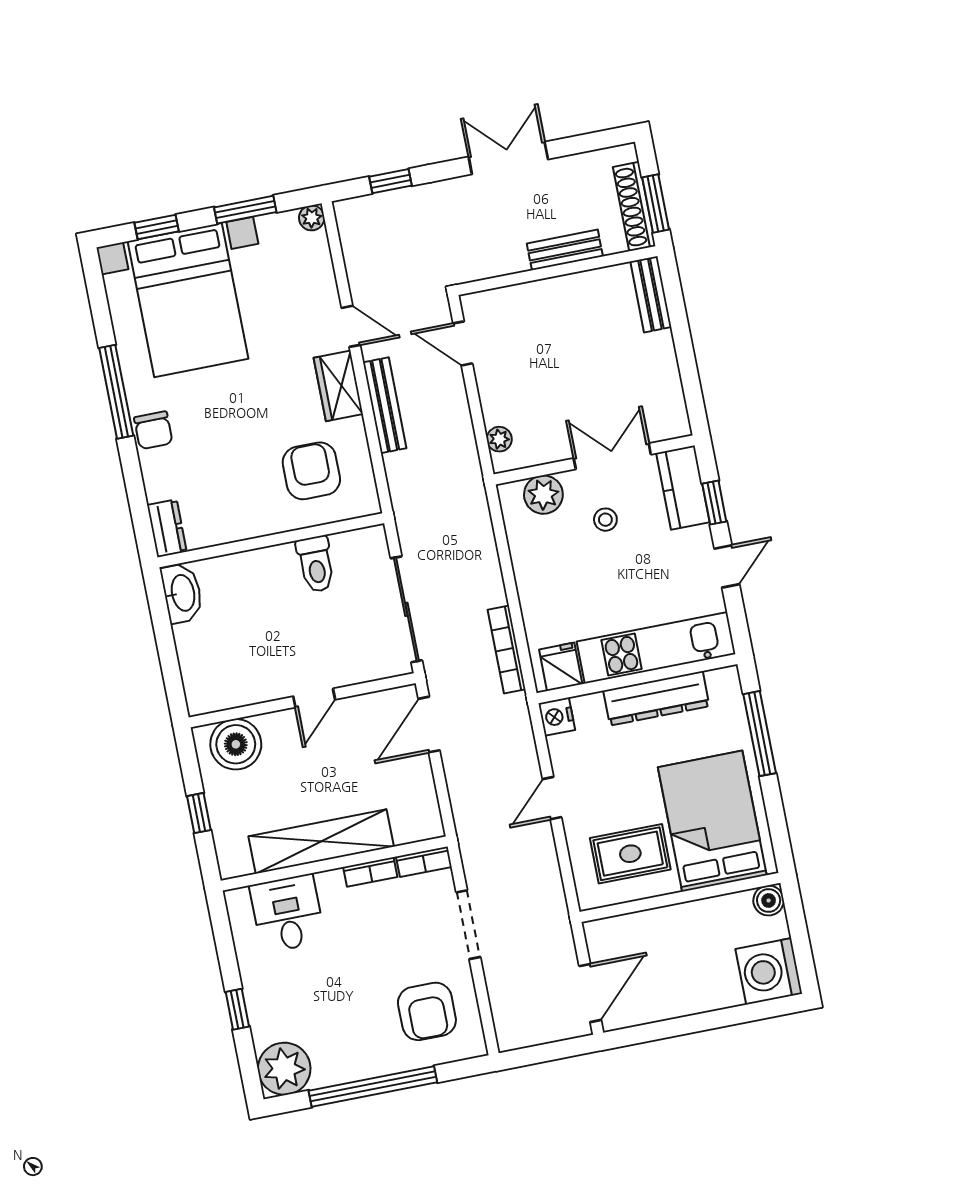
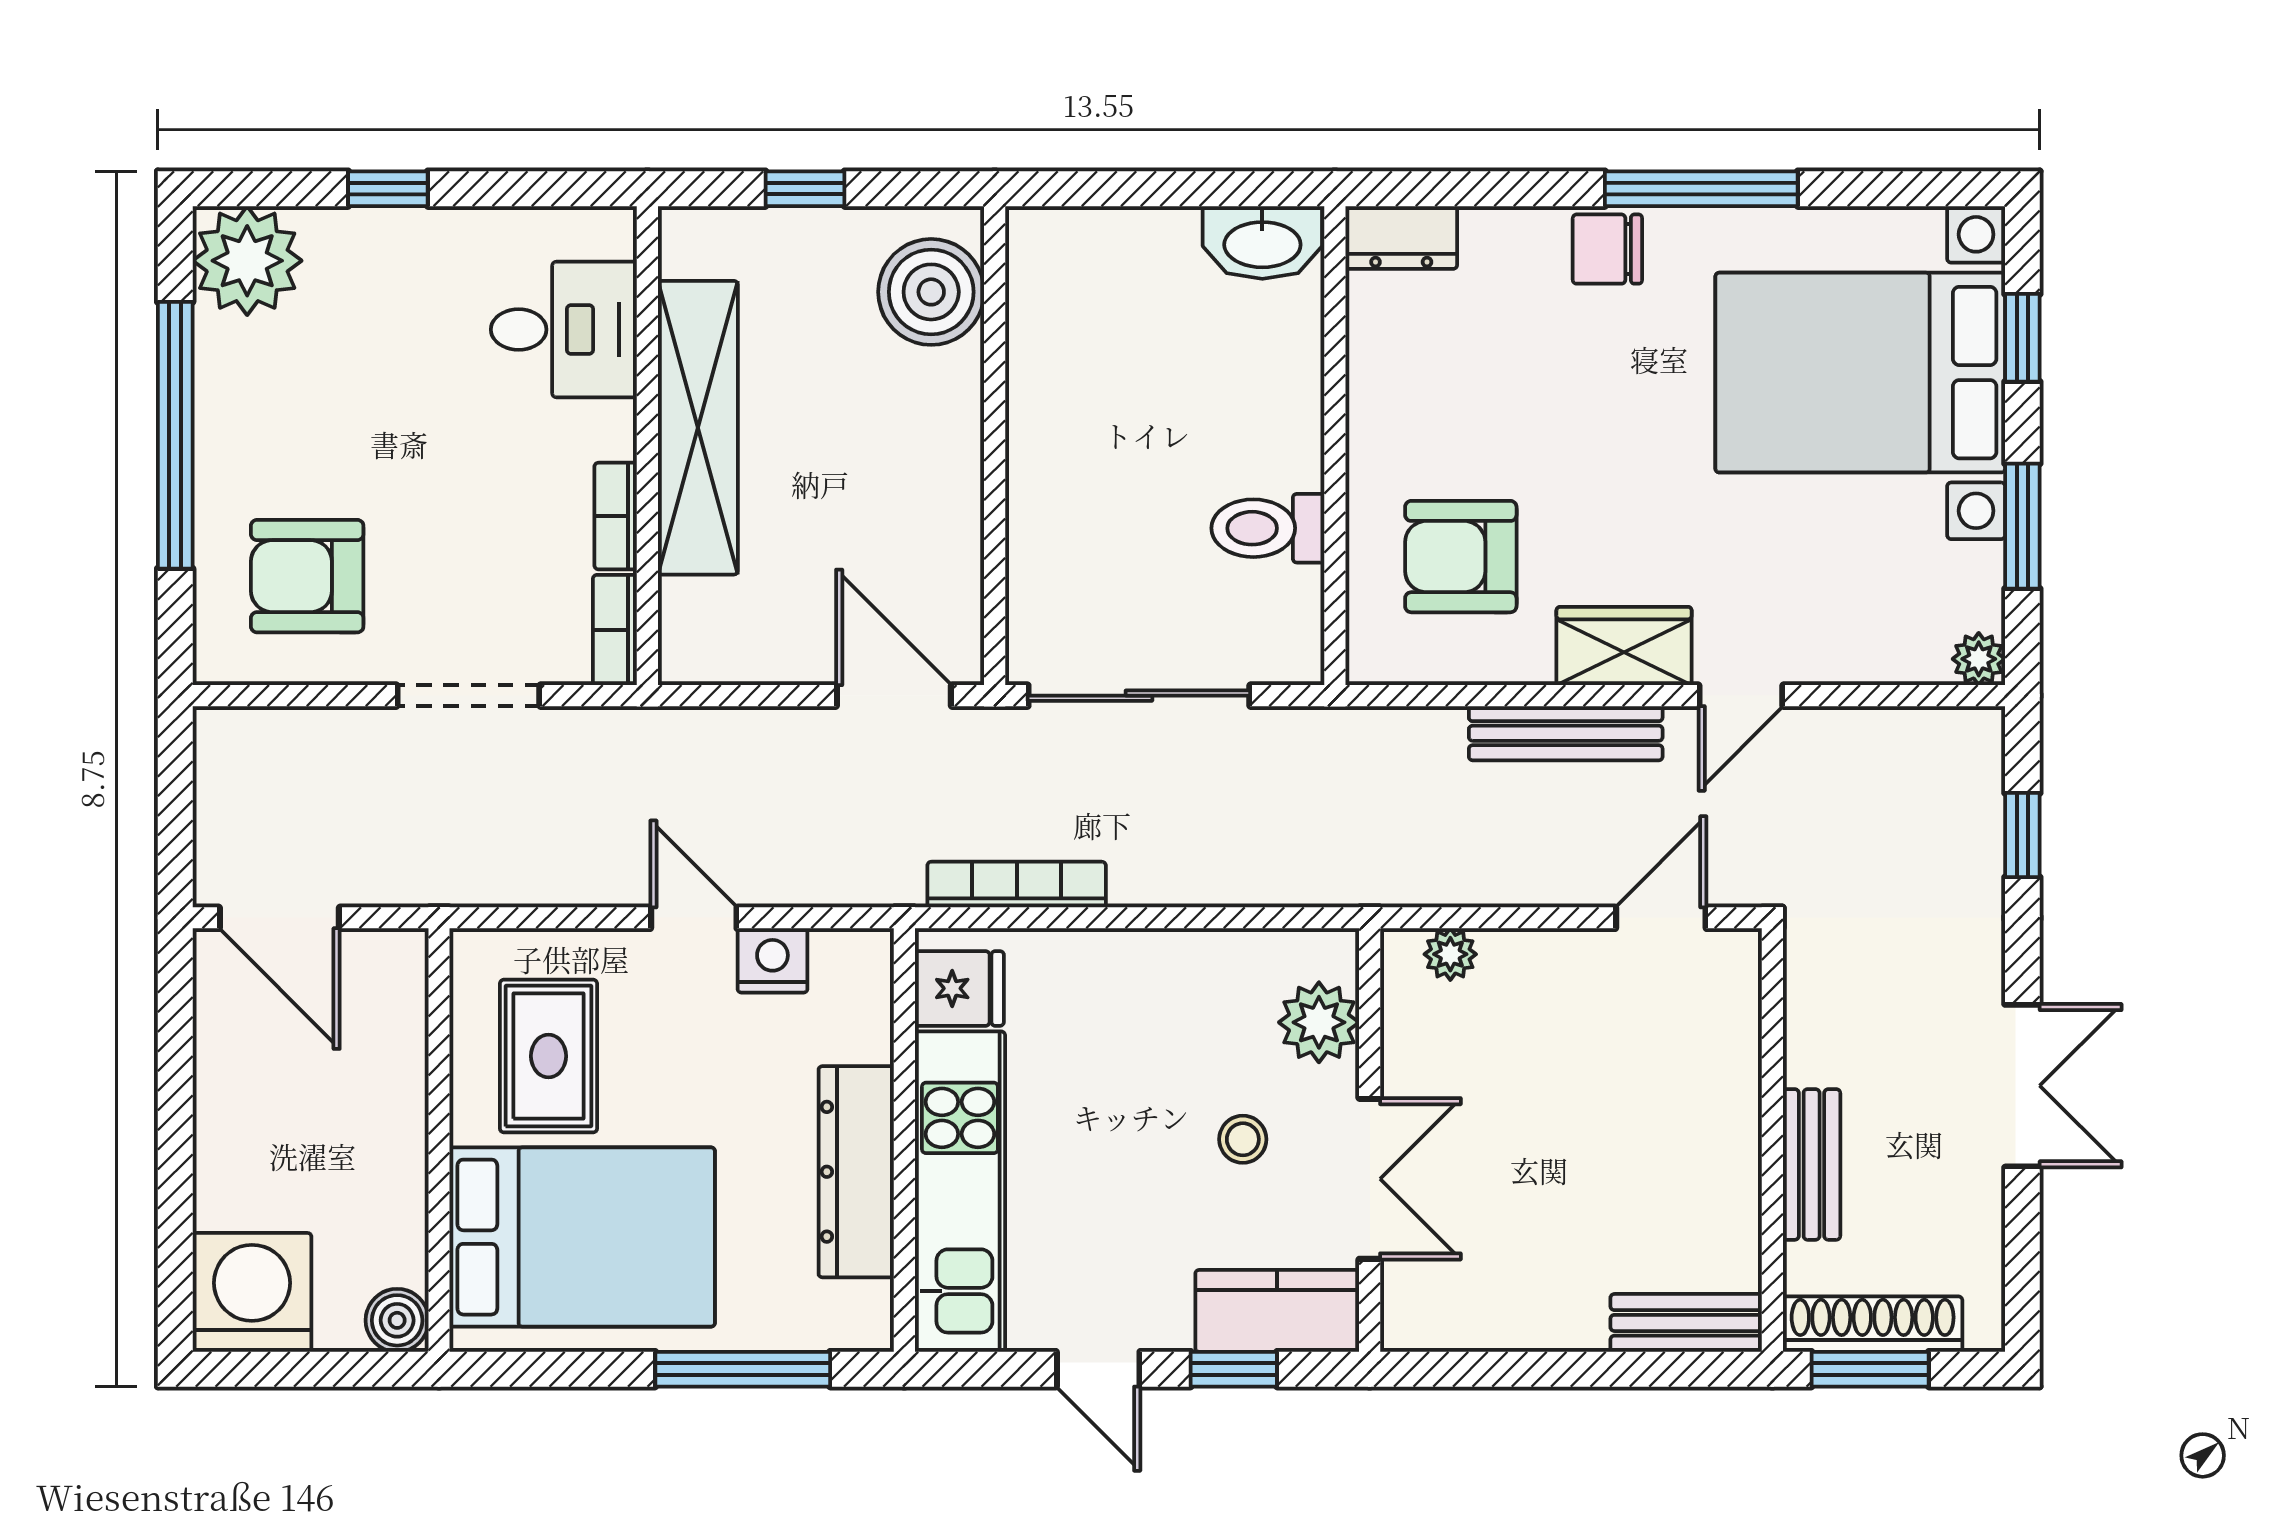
armchair: (311, 471) -> (1461, 557), turned 180
door: (314, 698) -> (995, 471), removed
nightstand: (557, 717) -> (772, 960), moved

